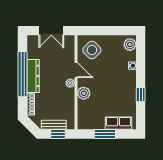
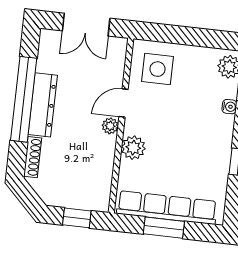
side table: (92, 50) -> (158, 69), turned 45
door: (76, 70) -> (124, 103), swing flipped
row of seats: (119, 123) -> (167, 208), width x2.02
bench: (54, 125) -> (71, 200), removed

